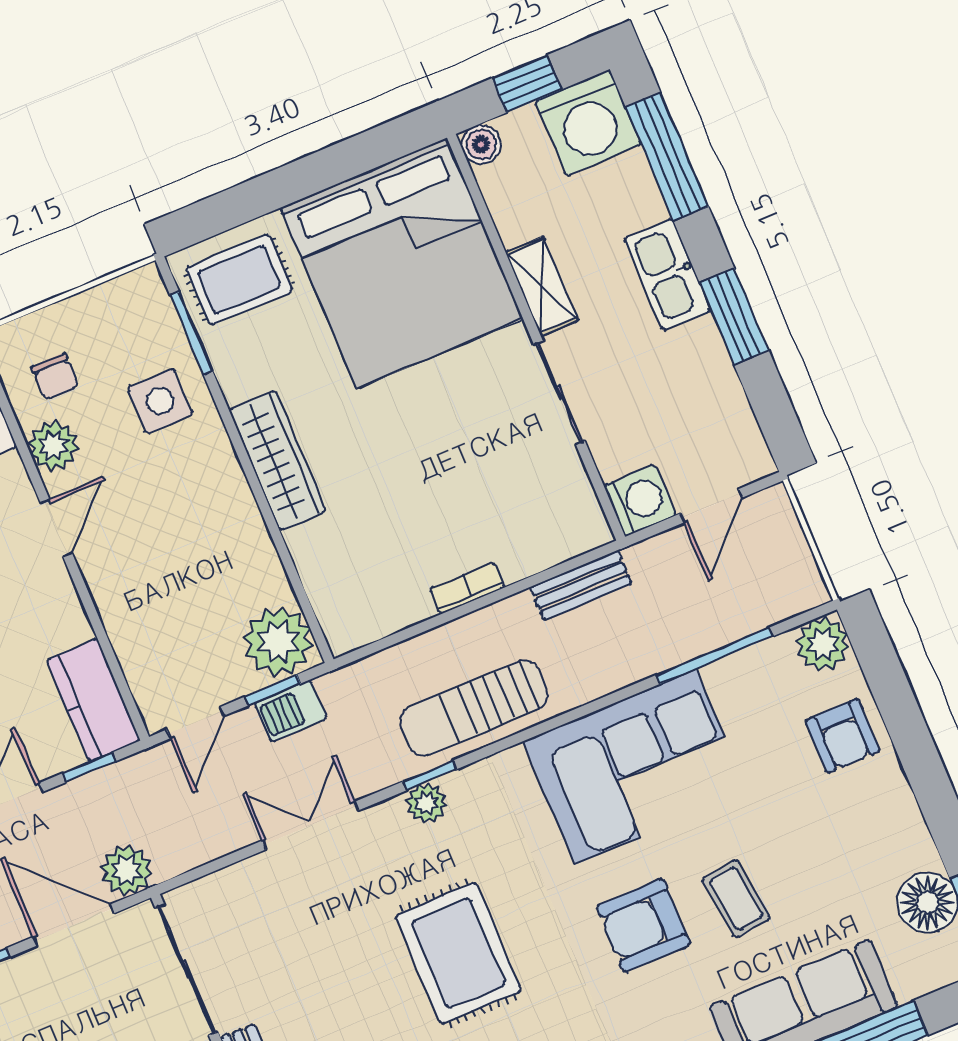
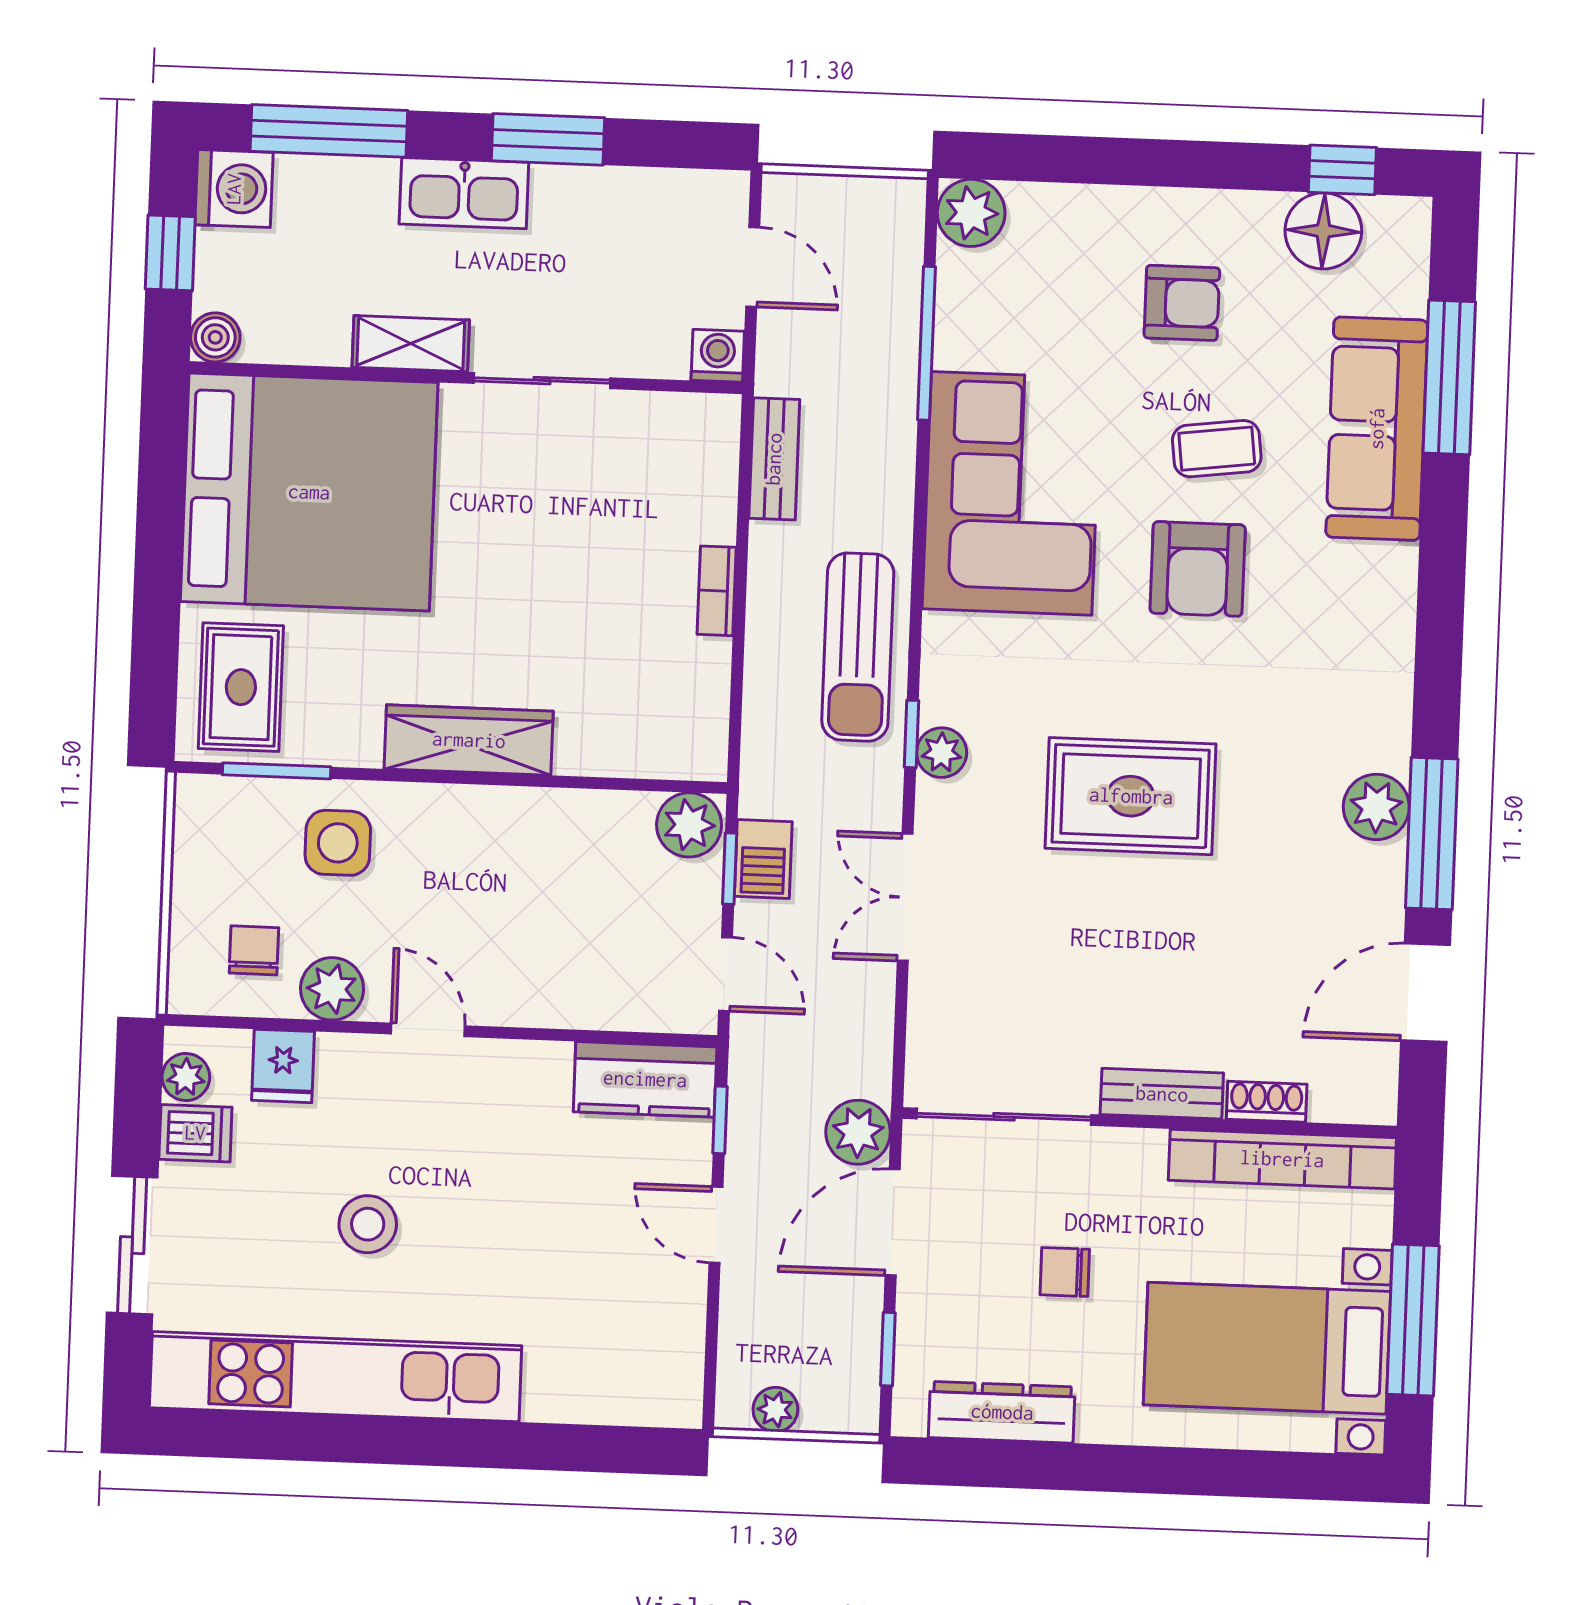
washing machine: (588, 123) -> (234, 189), width x0.73, depth x0.73
chair: (55, 377) -> (254, 950), turned -90
washing machine: (640, 500) -> (718, 356), width x0.73, depth x0.73
plant: (278, 642) -> (689, 825), width x0.73, depth x0.73
armchair: (843, 736) -> (1182, 303), moved

